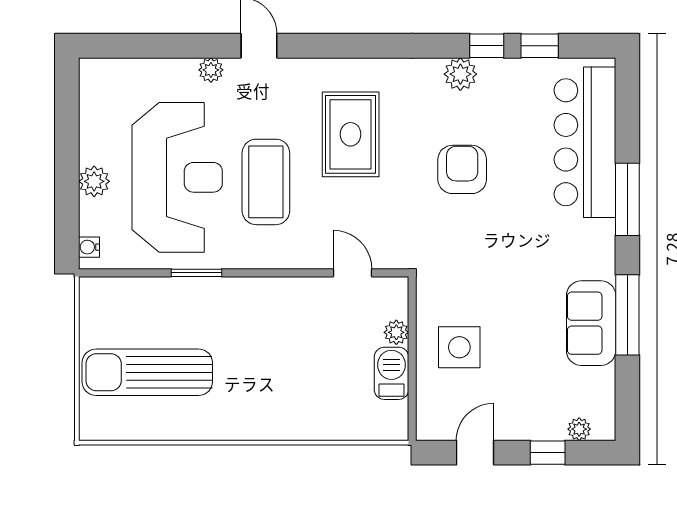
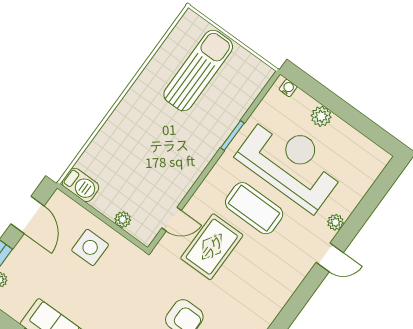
rug: (351, 134) -> (212, 247), moved, turned 90
reception desk: (177, 177) -> (291, 162), turned 180
barbecue: (391, 373) -> (80, 185), moved
door: (475, 453) -> (28, 215), width x1.38

